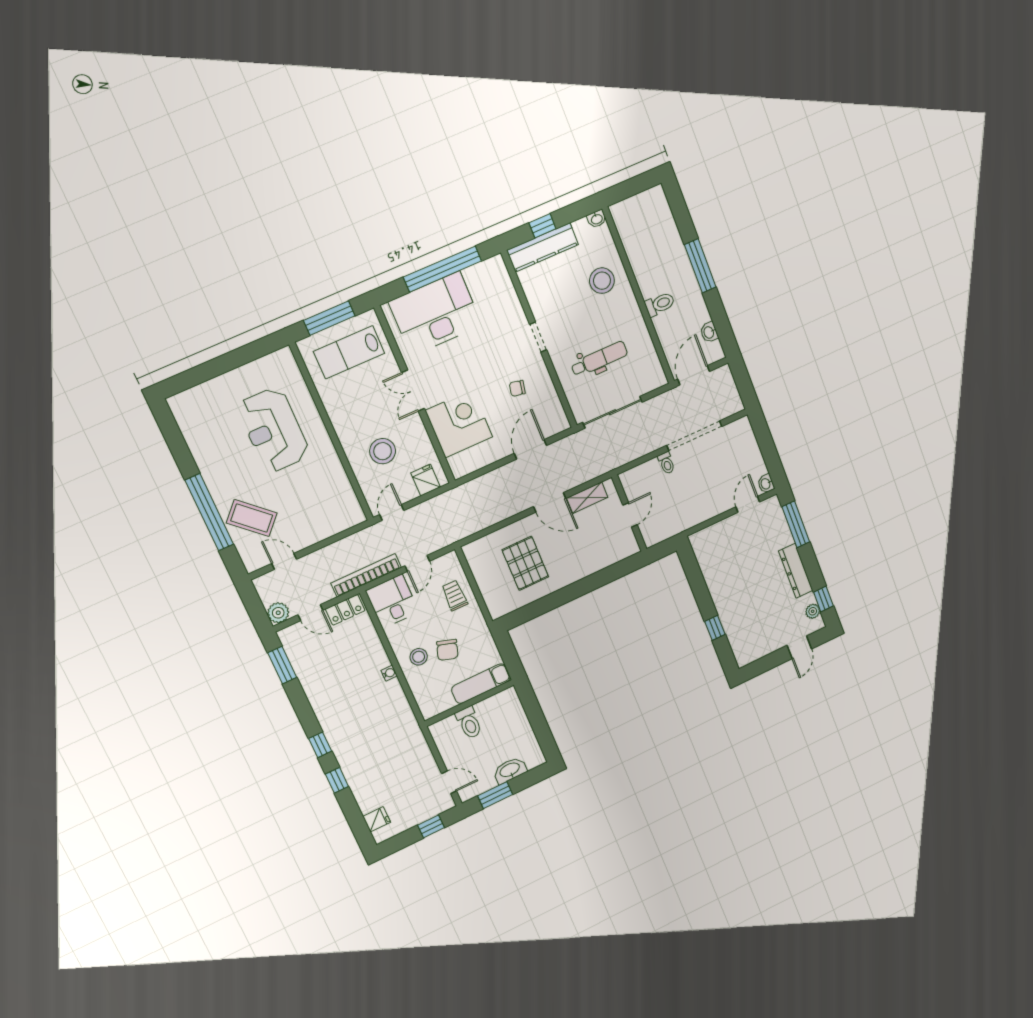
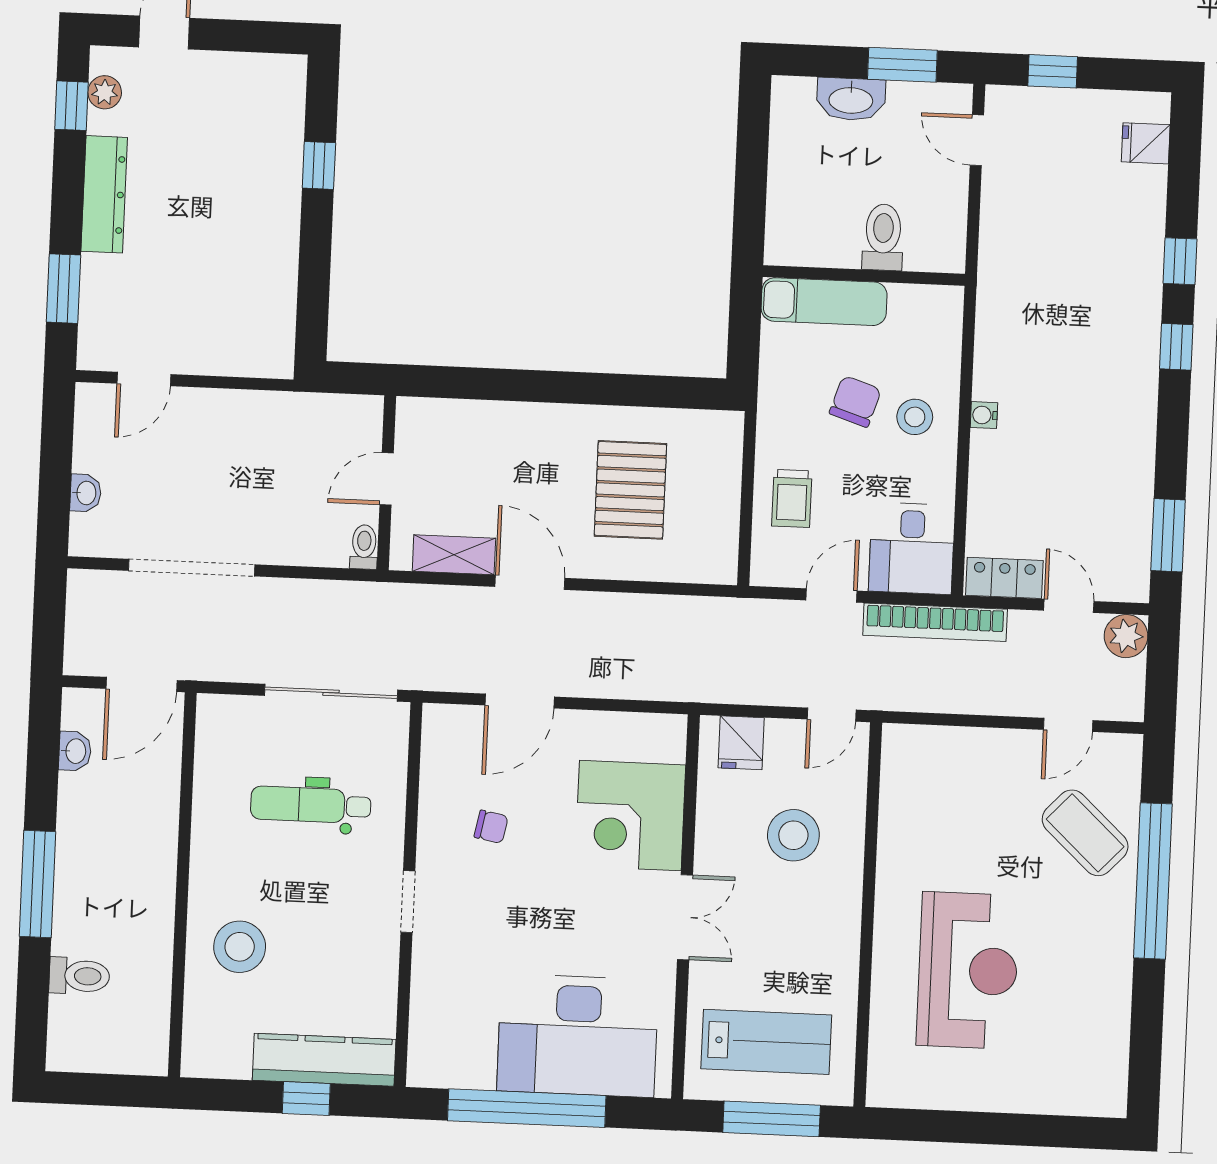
washbasin: (597, 219) -> (198, 1063), removed
toilet: (660, 304) -> (79, 976), moved, turned 180
toilet: (666, 463) -> (364, 547), moved
washbasin: (766, 484) -> (86, 493), moved
window: (796, 524) -> (63, 289), width x0.69
door: (284, 561) -> (1068, 725), hinge flipped

